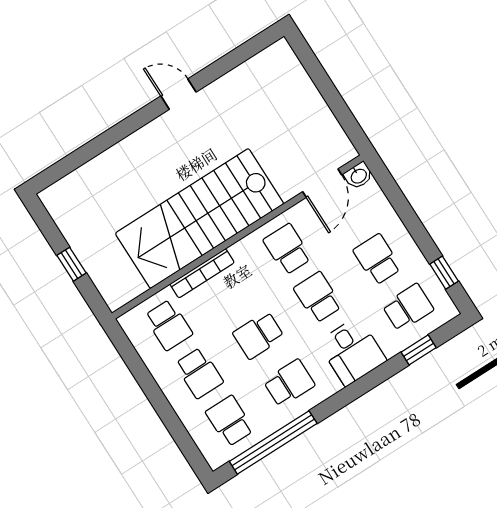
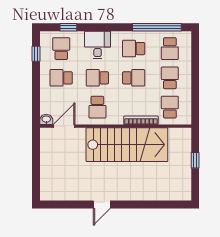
door: (178, 94) -> (102, 204), hinge flipped
school desk: (377, 259) -> (61, 78), turned 90
school desk: (318, 297) -> (97, 78), turned 90
school desk: (408, 307) -> (61, 49), turned 90

